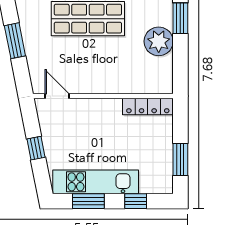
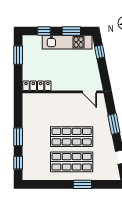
plant: (159, 41) -> (31, 123), removed
window: (36, 148) -> (100, 52), moved

